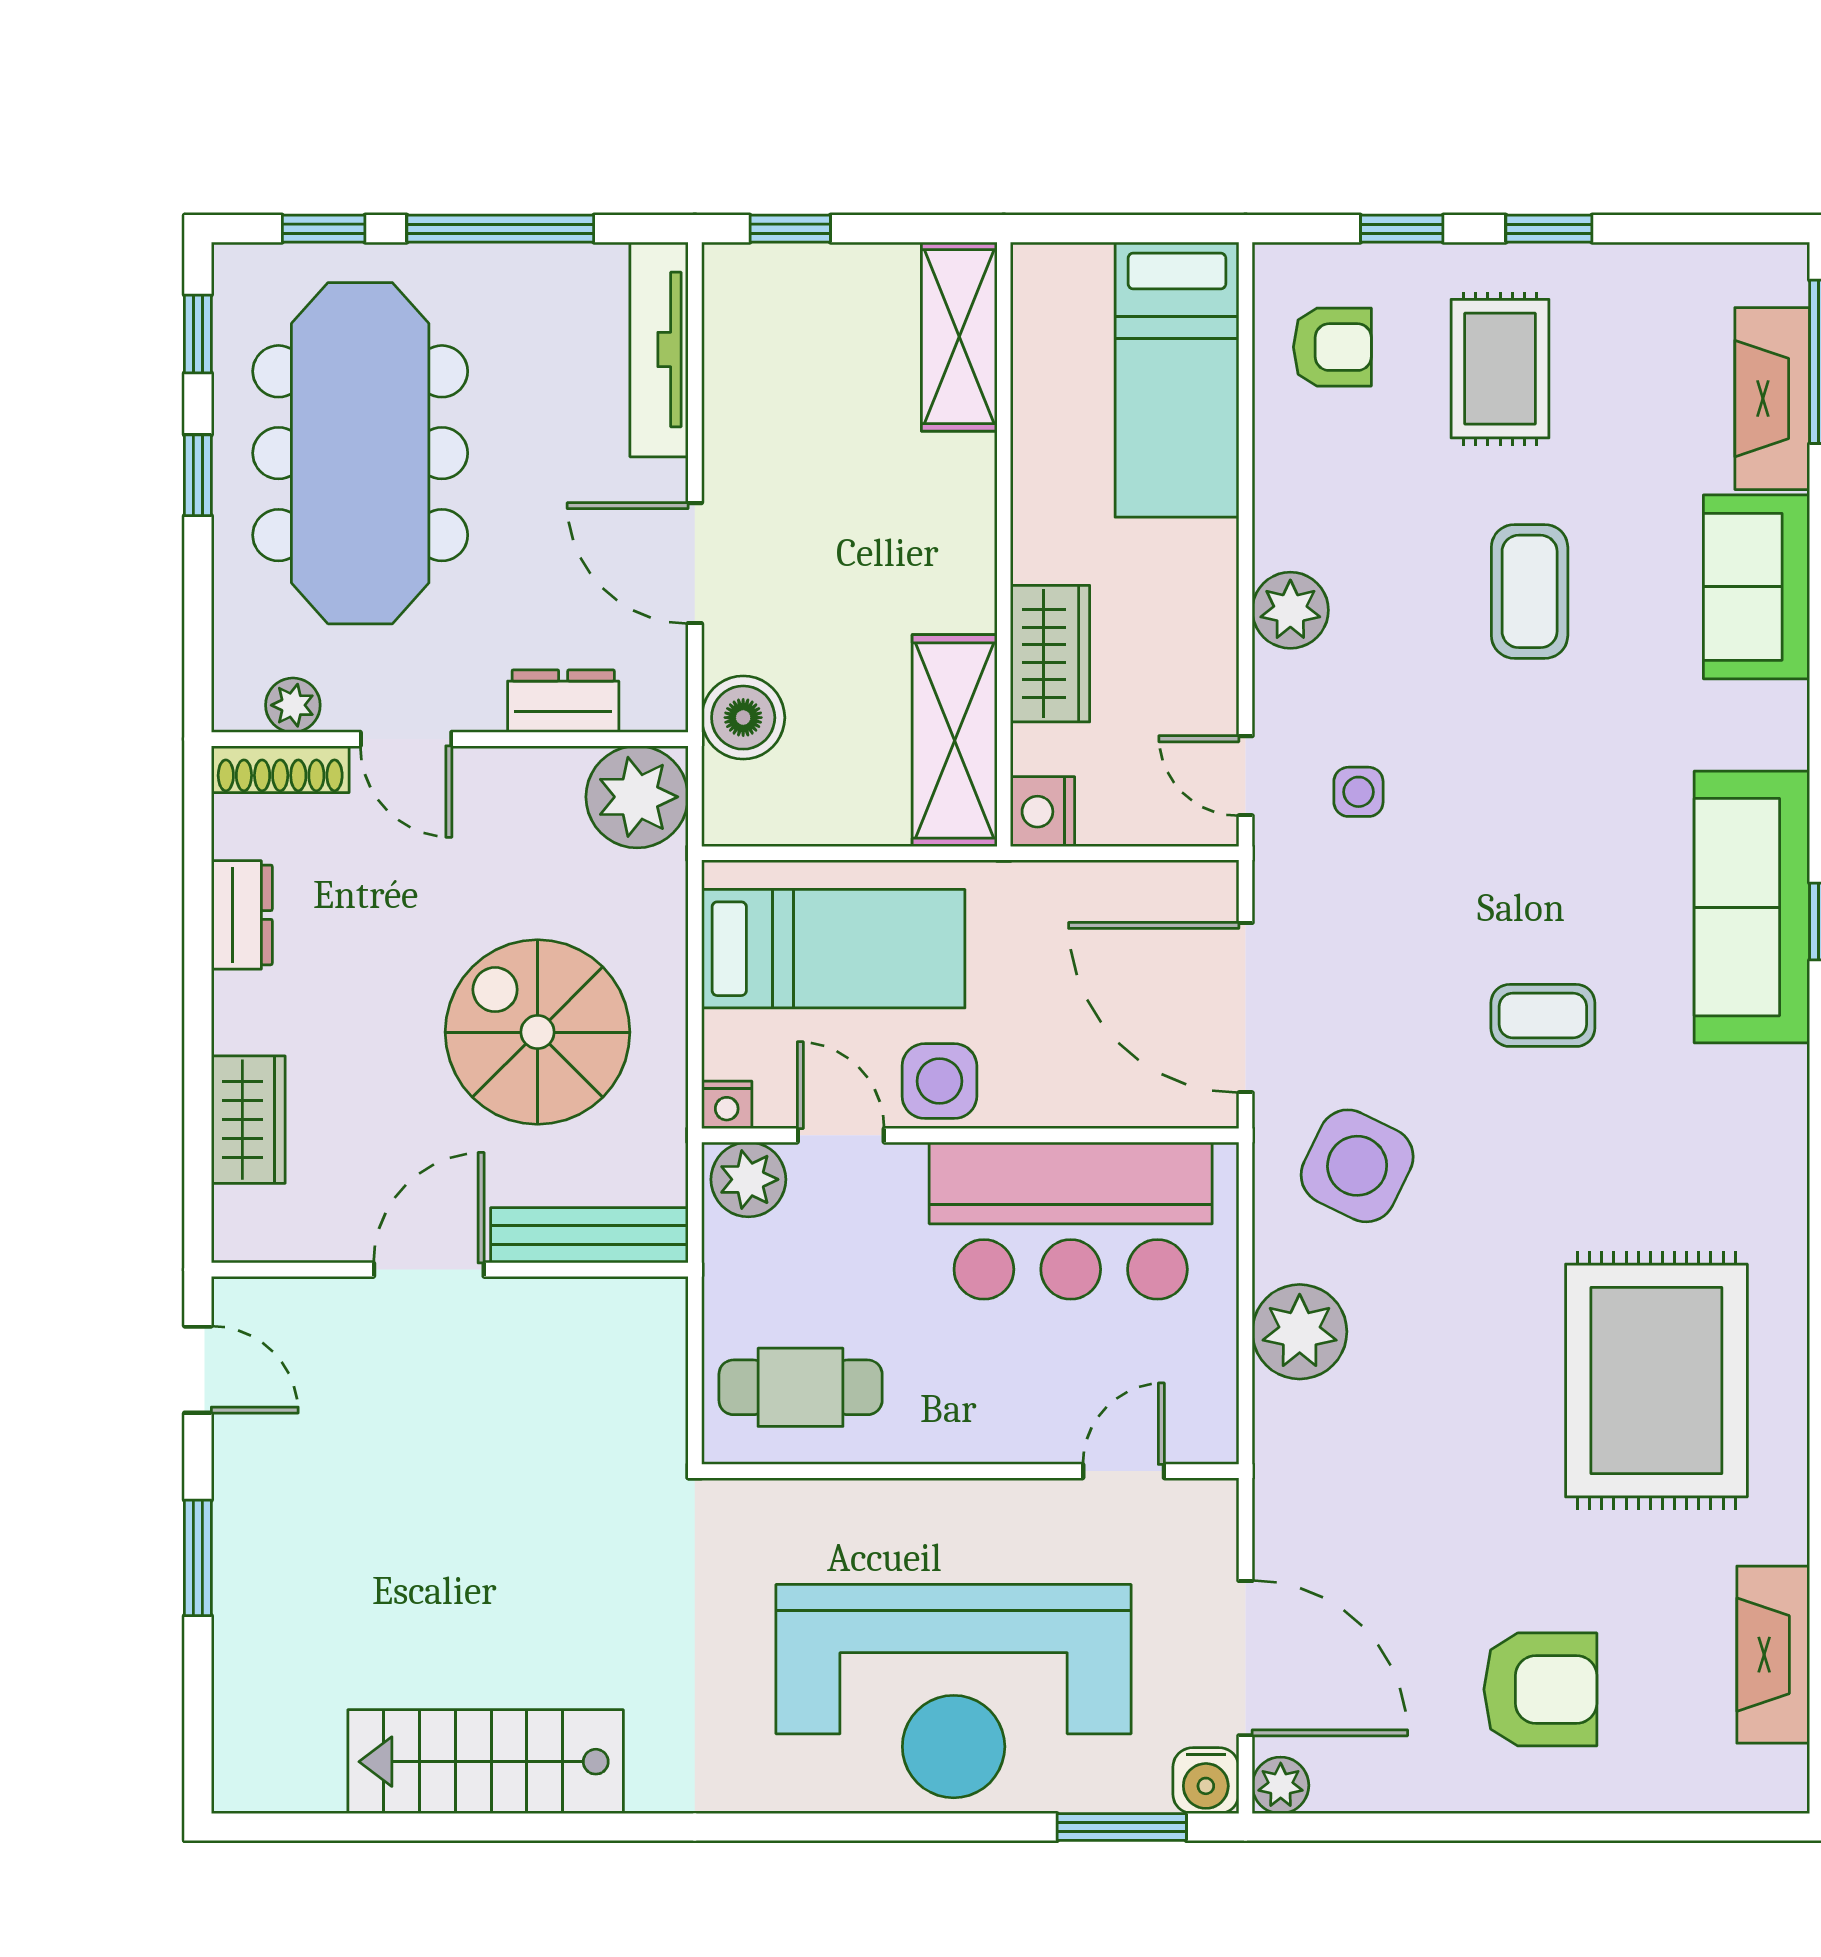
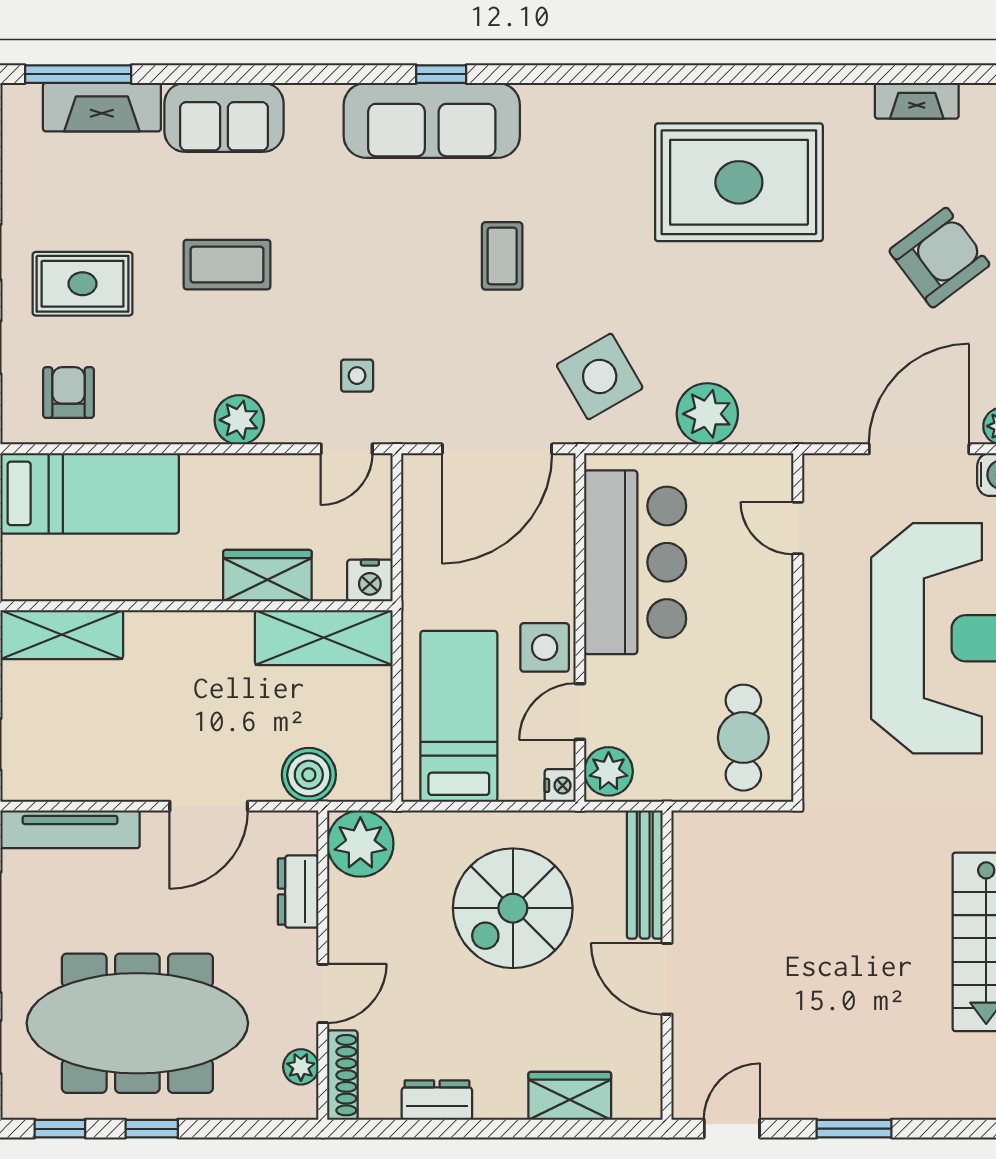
side table: (1357, 1166) -> (600, 376), turned 34
fireplace: (1773, 1655) -> (917, 101), width x0.73, depth x0.76
armchair: (1540, 1689) -> (939, 258), turned 53

